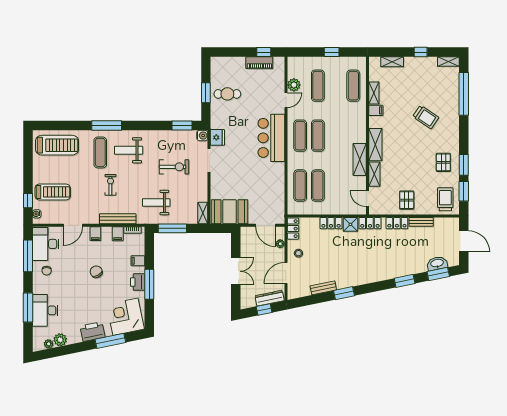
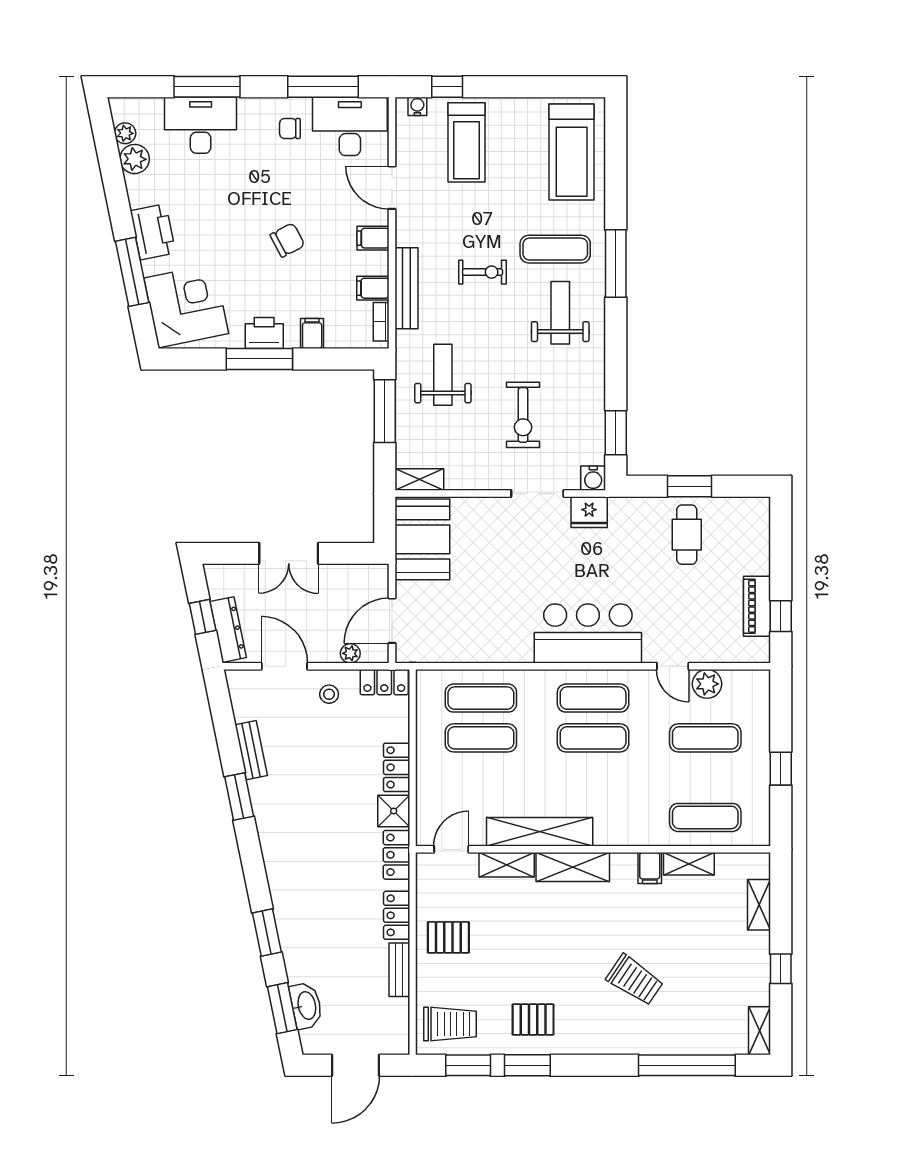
trolley: (426, 117) -> (635, 980), turned -90
shelving: (360, 159) -> (540, 832), width x1.47

